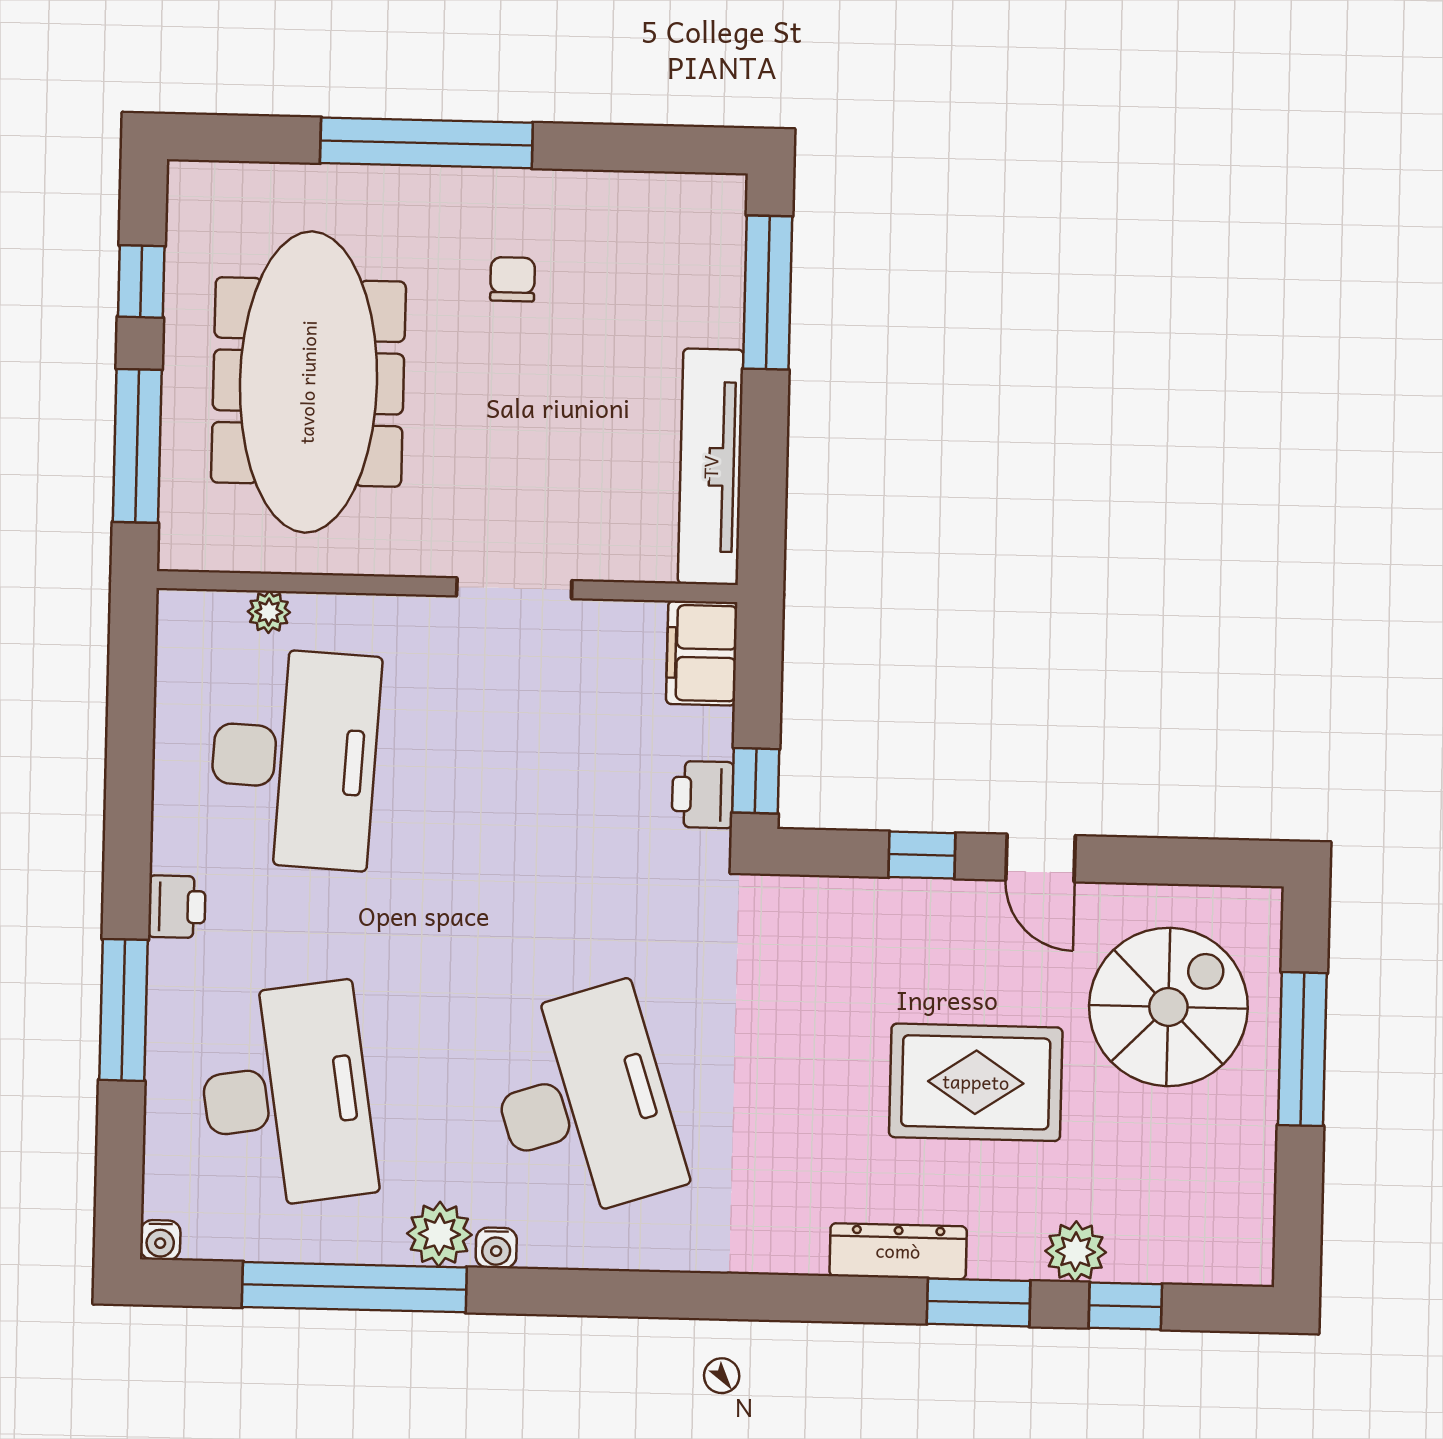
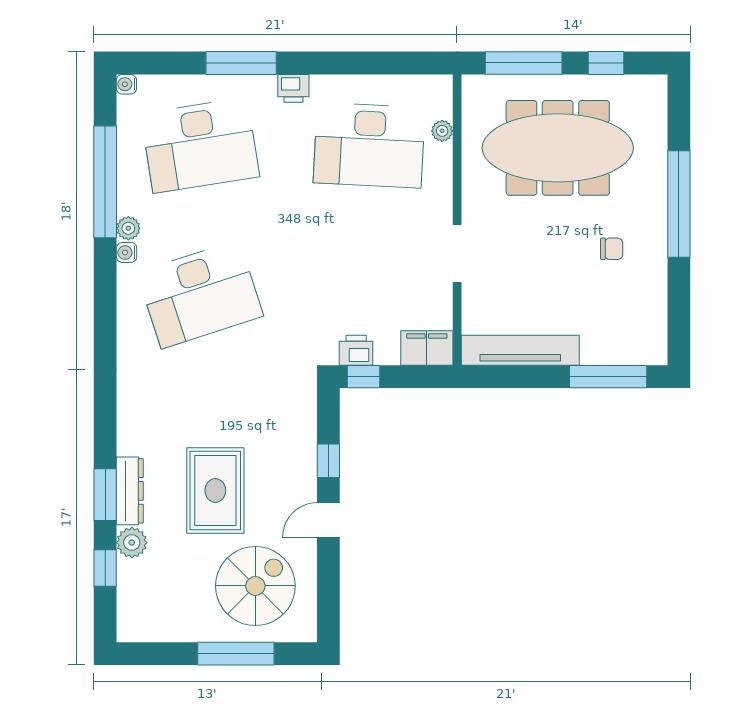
spiral stairs: (1168, 1007) -> (255, 586), turned -90
plant: (439, 1234) -> (128, 228), width x0.73, depth x0.73
dresser: (898, 1251) -> (130, 491), moved

